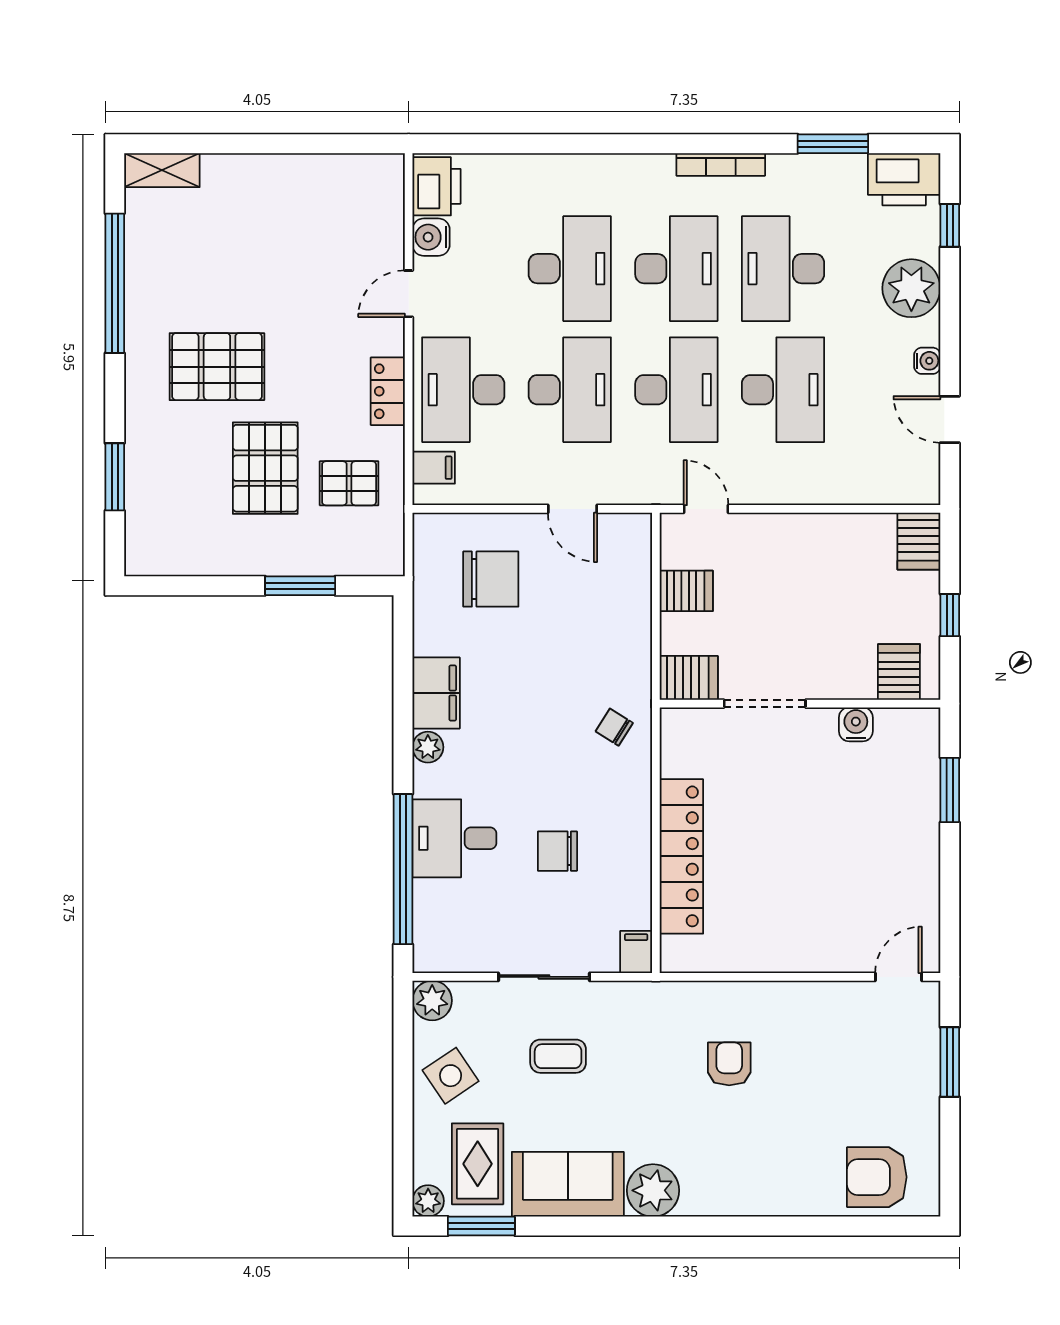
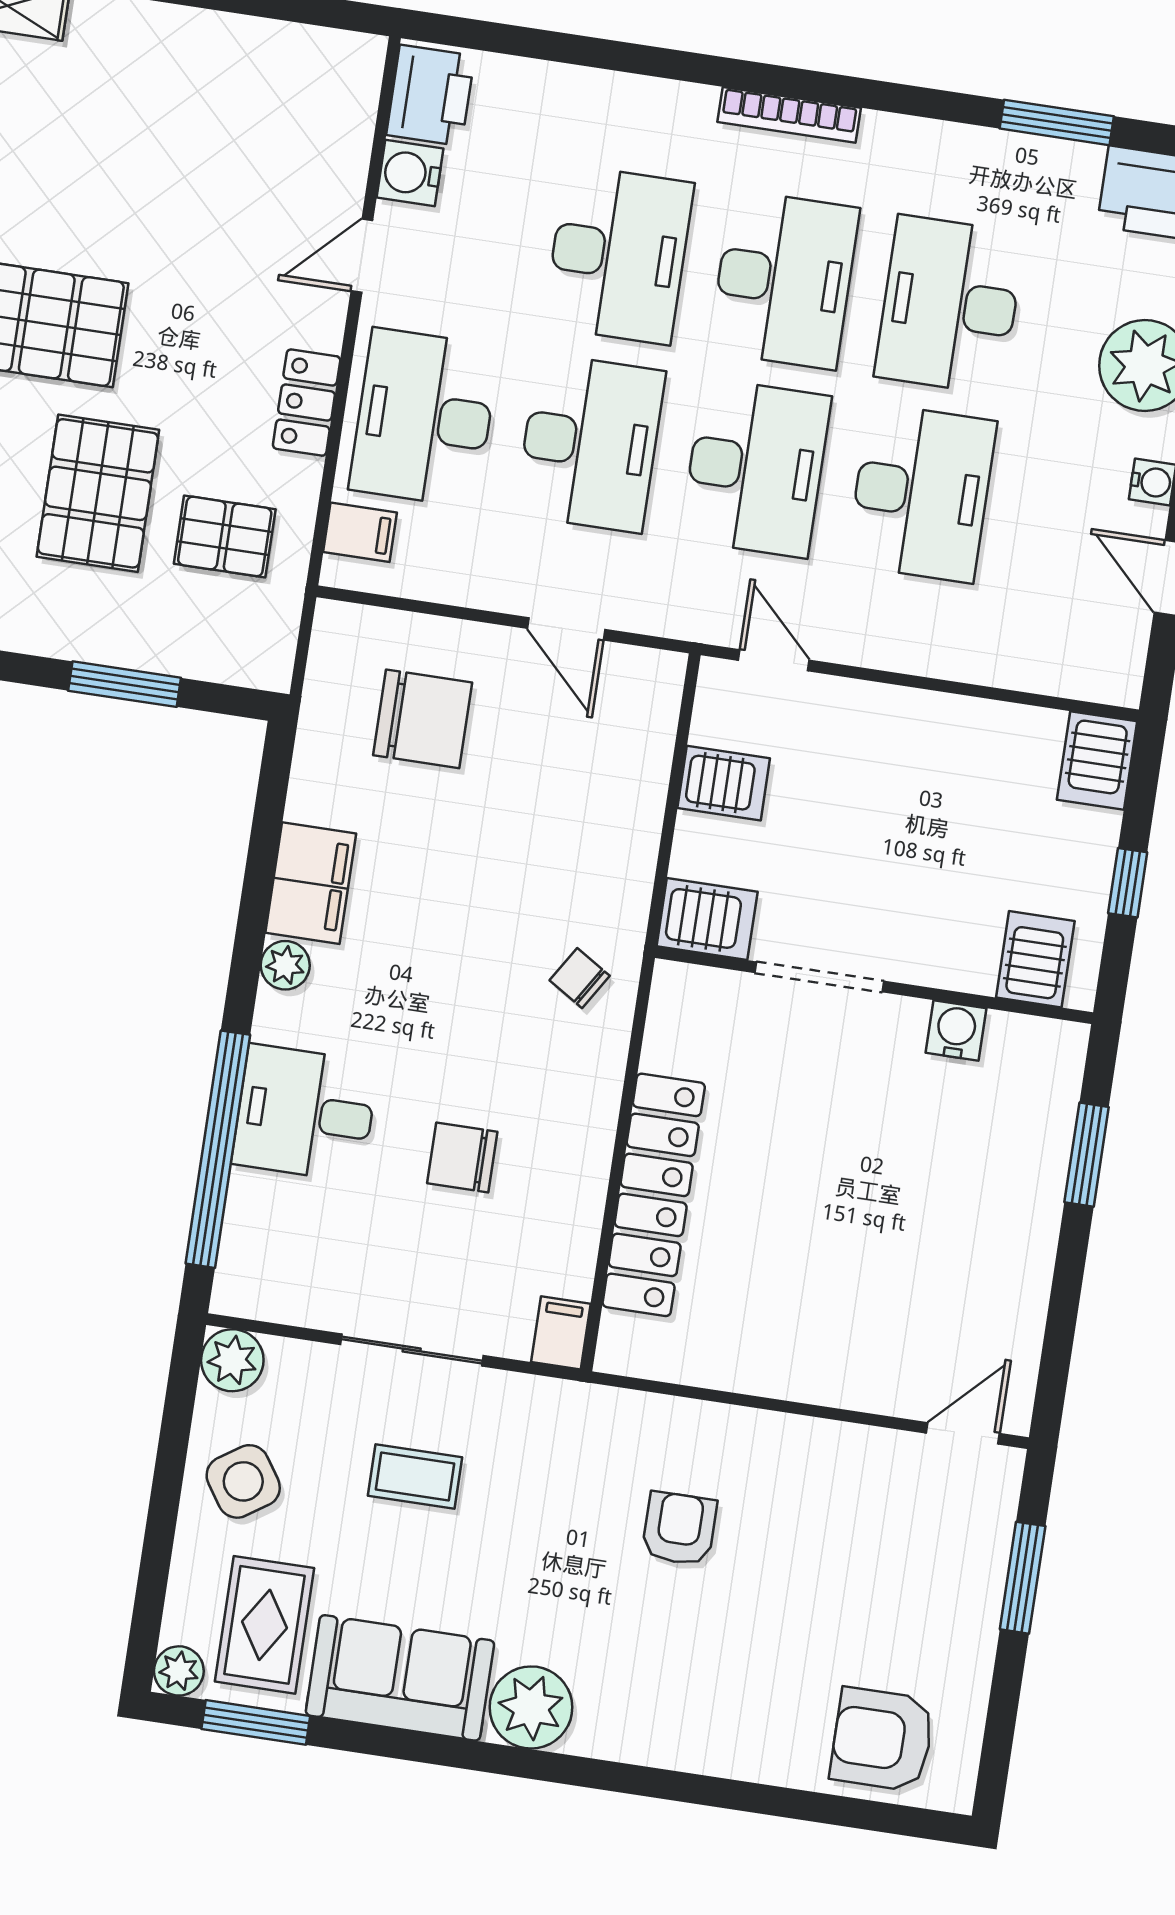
bookcase: (721, 164) -> (789, 115), moved

